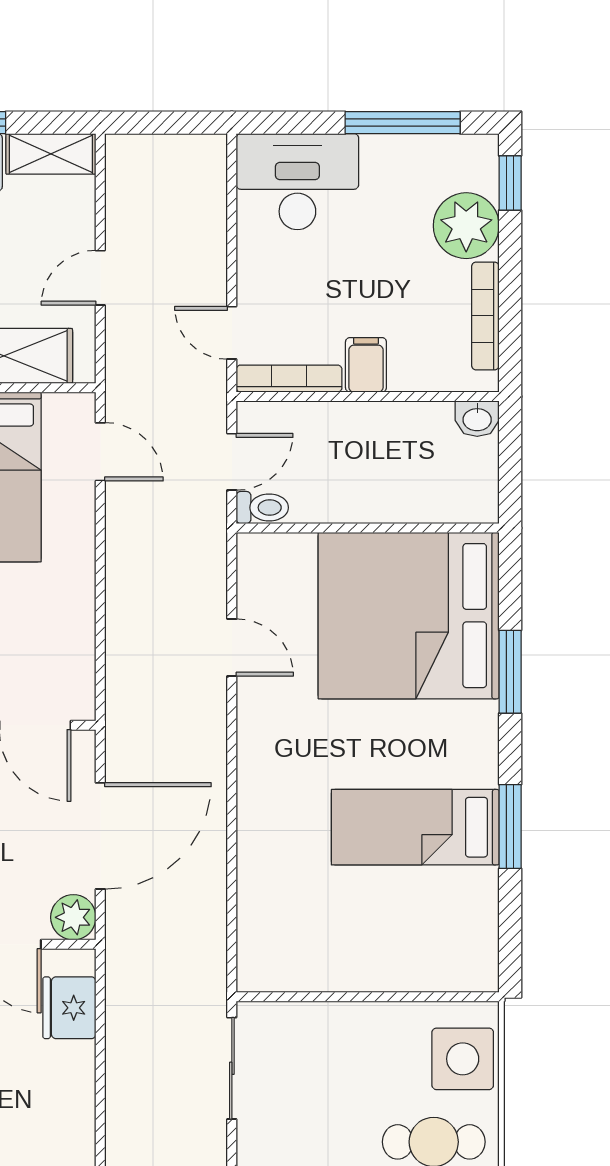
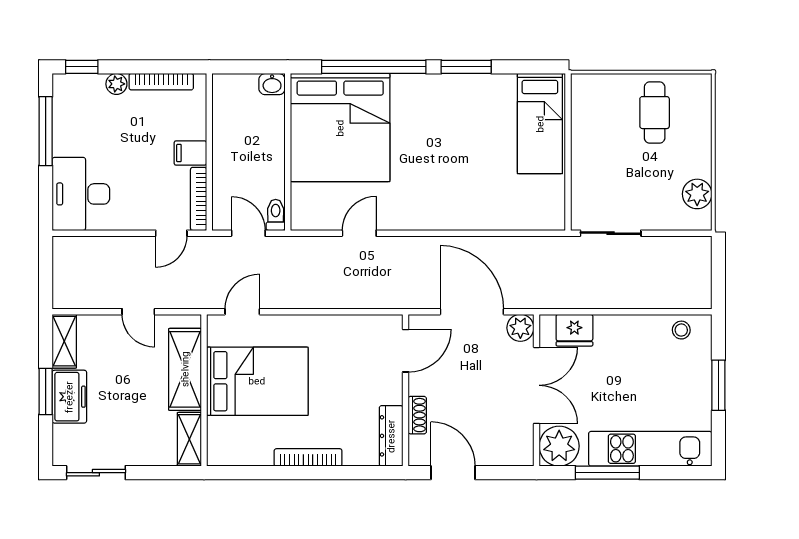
plant: (466, 226) -> (116, 84), width x0.53, depth x0.53
washbasin: (477, 419) -> (272, 84), moved, turned 90
window: (510, 672) -> (374, 67), width x2.11
bed: (415, 827) -> (540, 124), moved
side table: (463, 1059) -> (605, 95), removed

